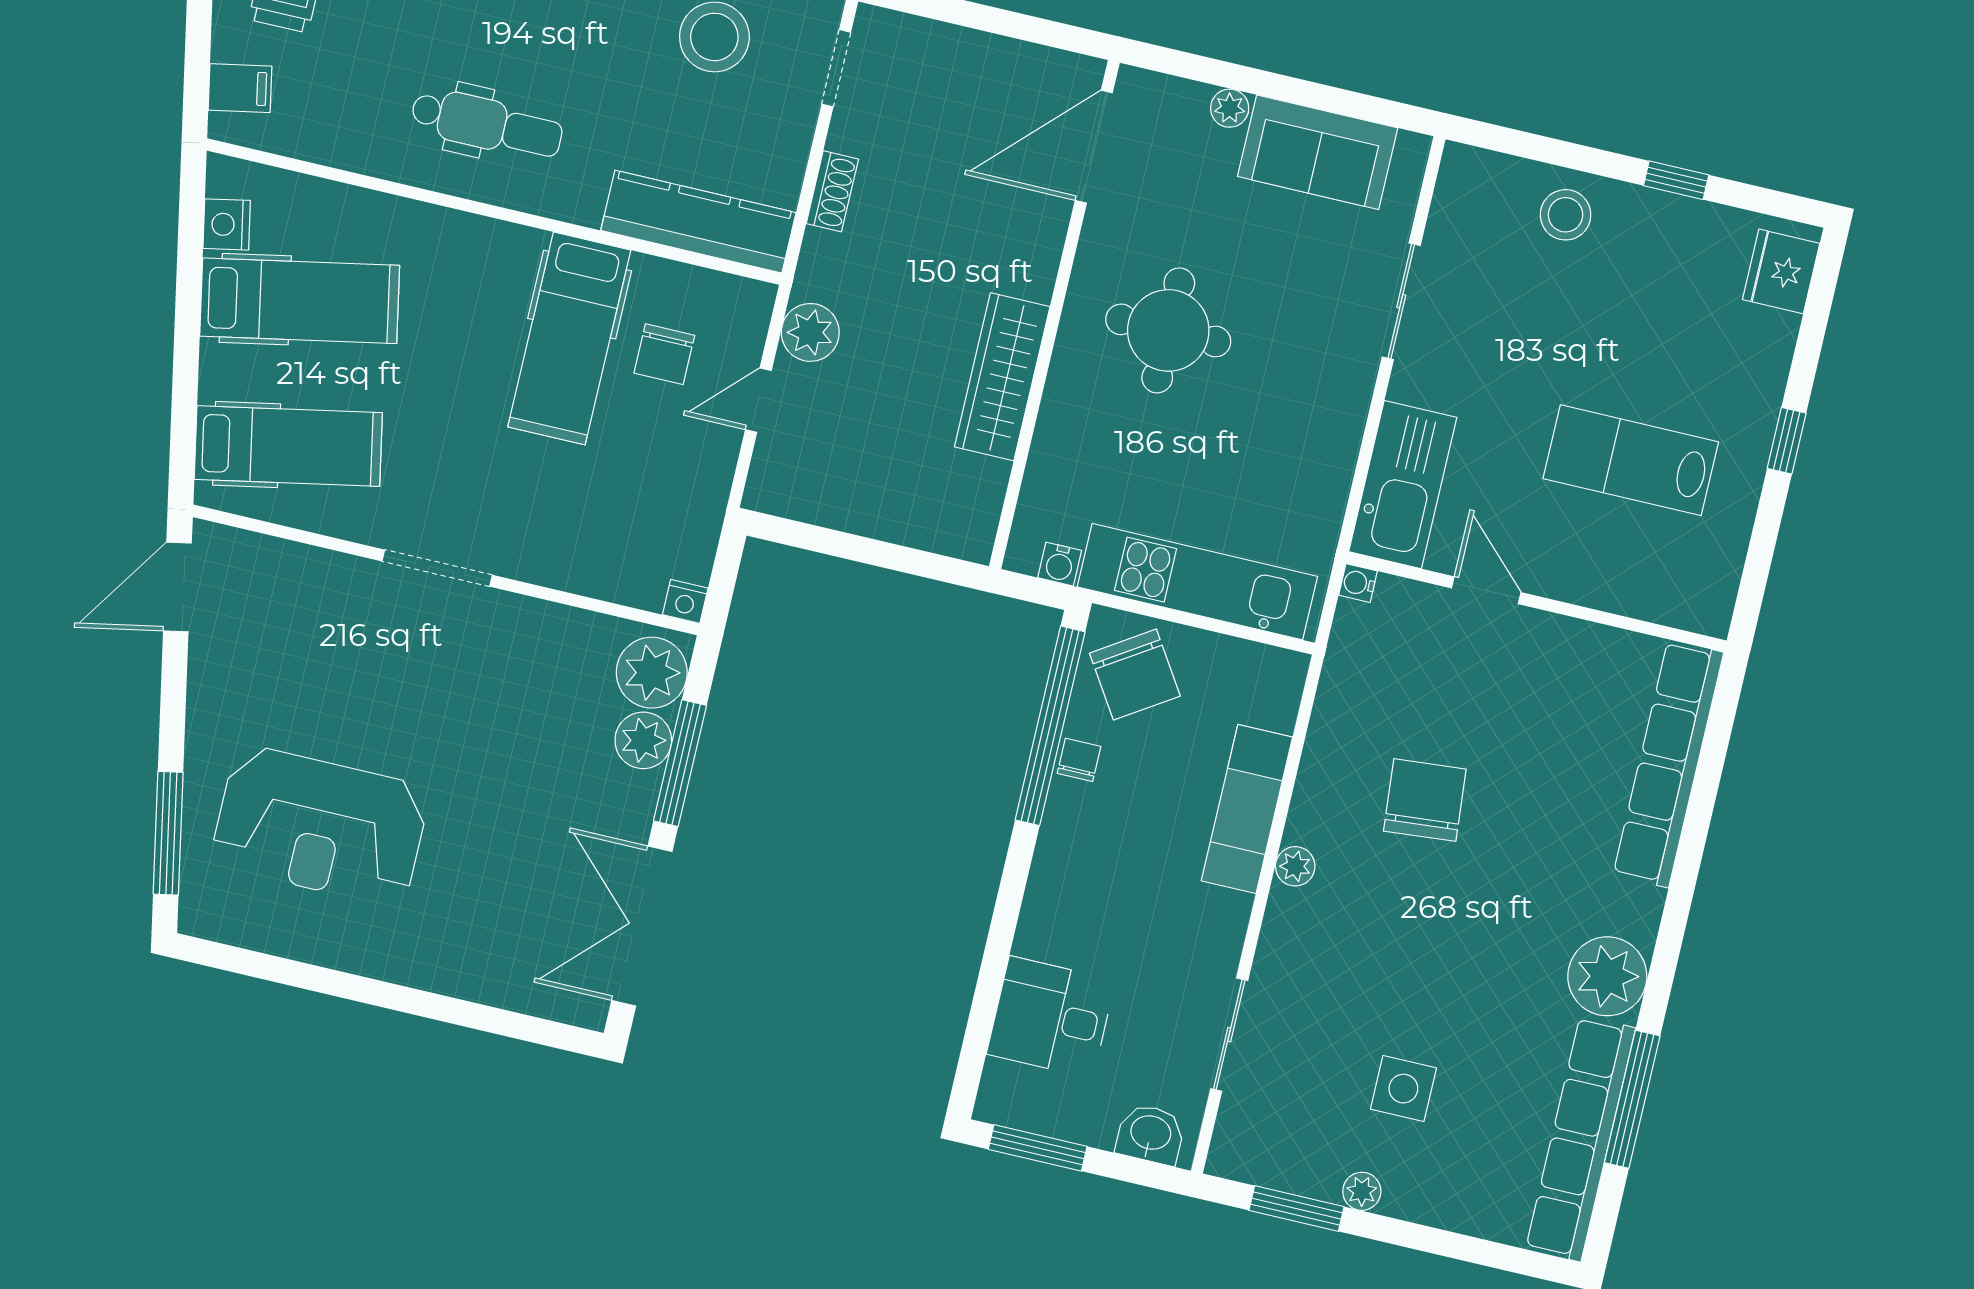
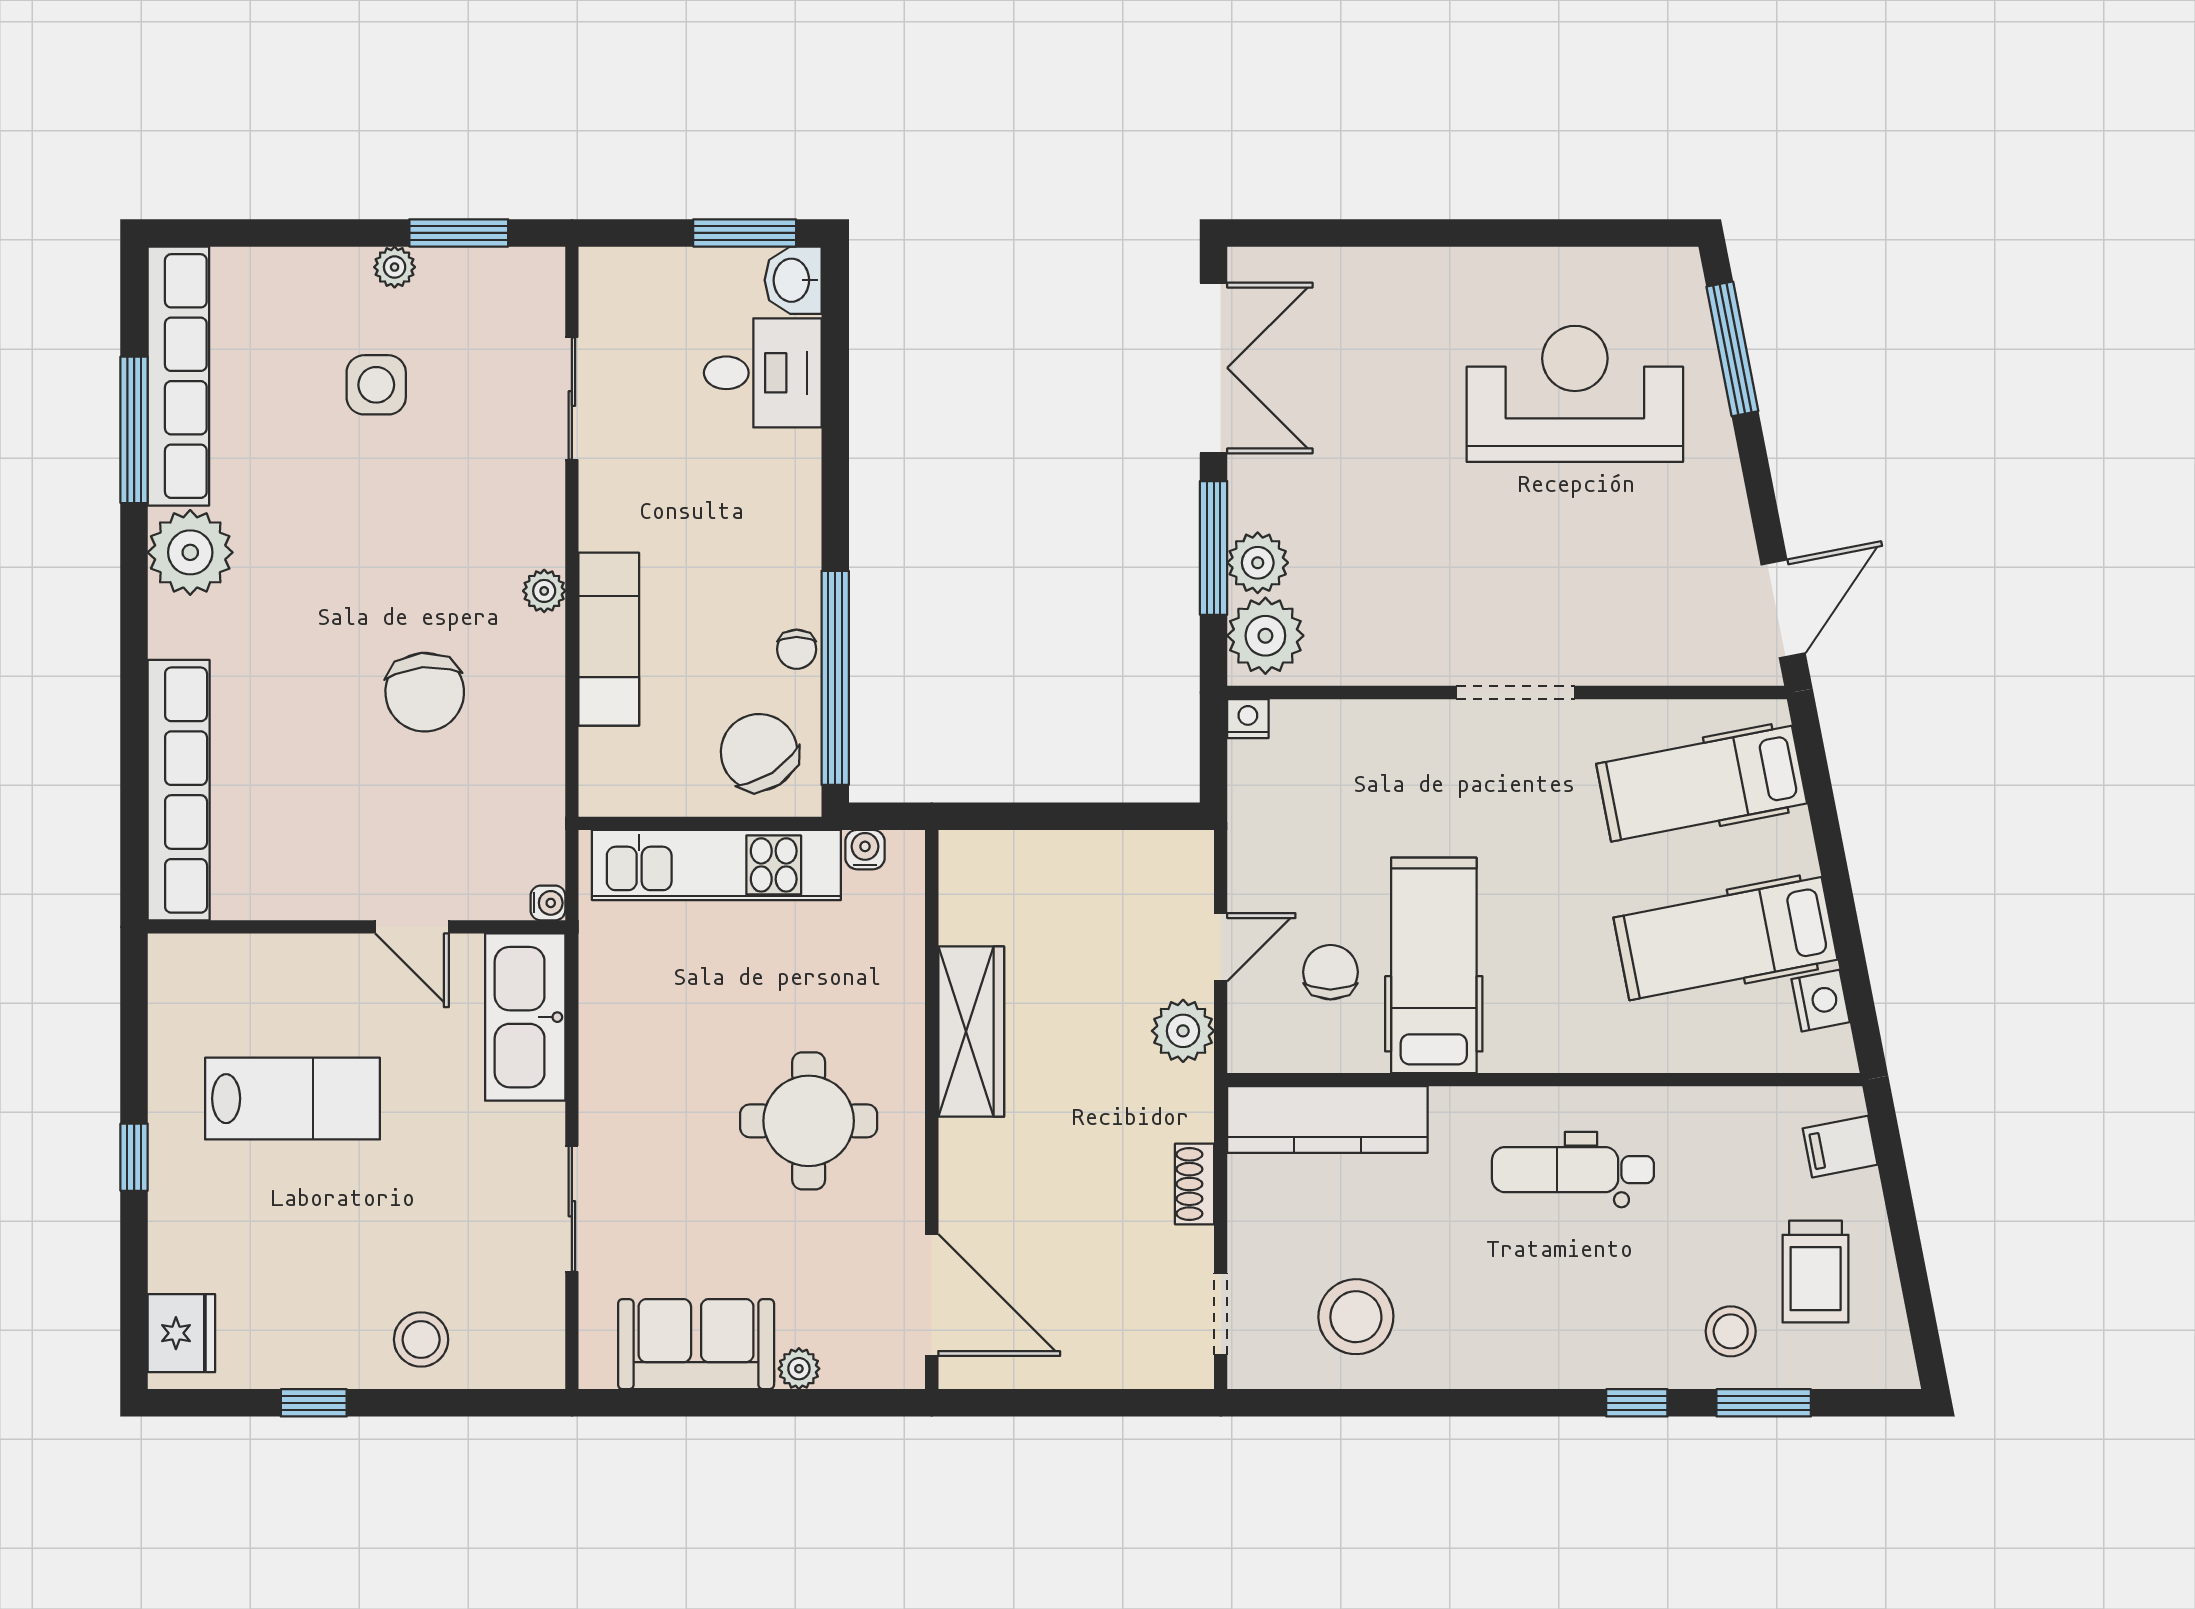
door: (1094, 147) -> (932, 1295), hinge flipped
washbasin: (1150, 1134) -> (793, 280), moved, turned 90

